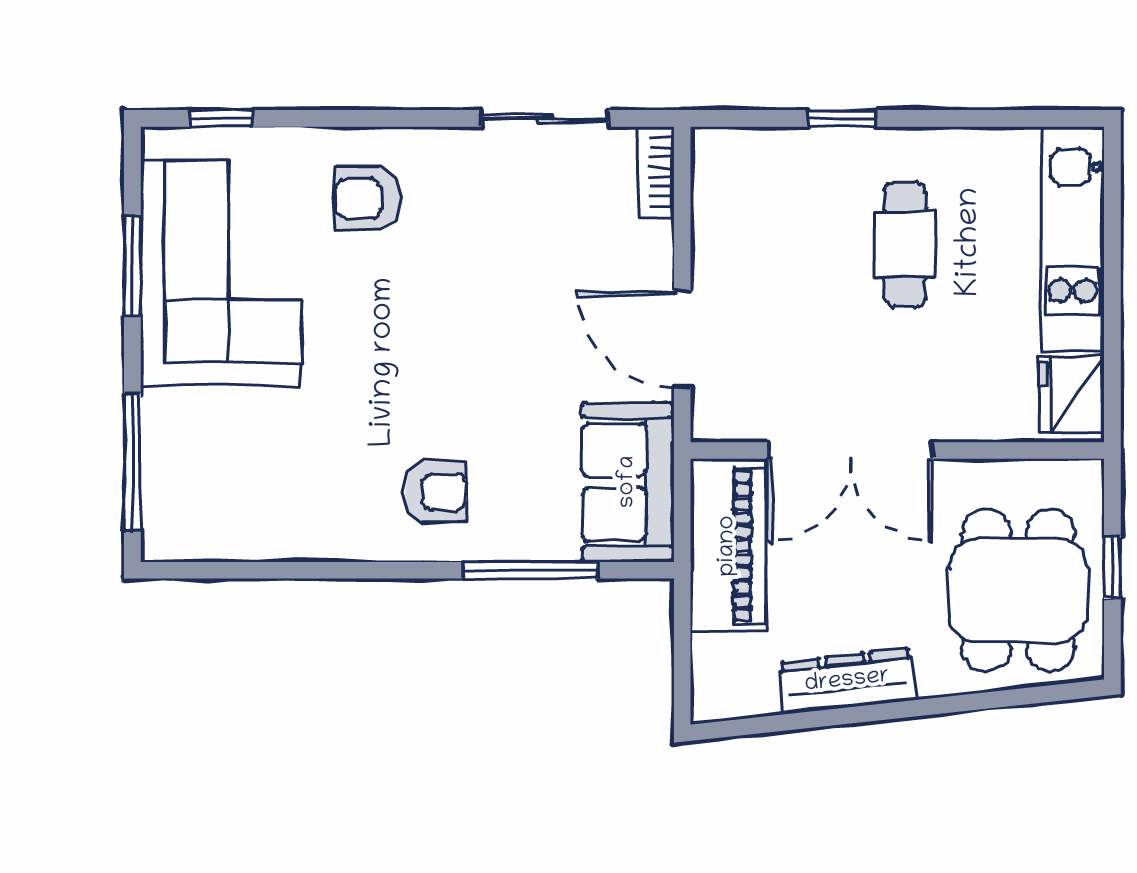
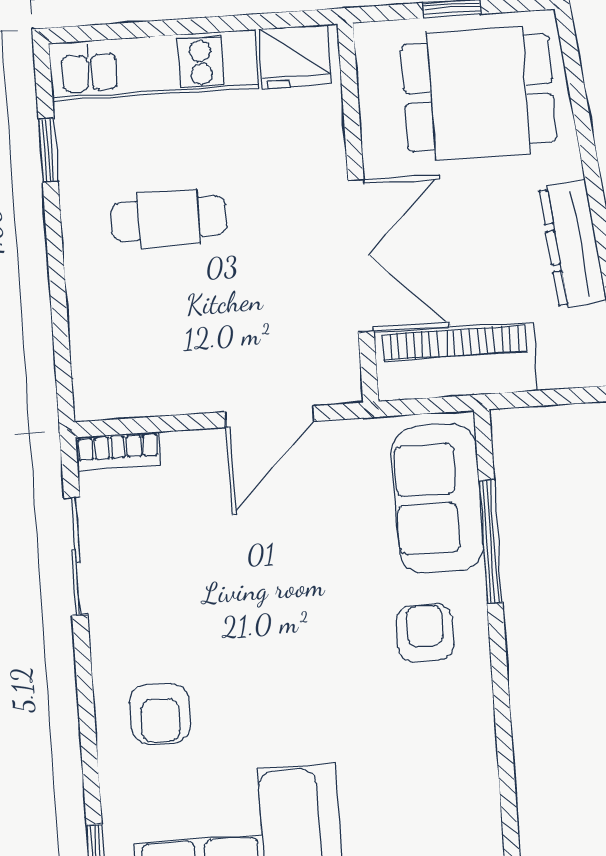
window: (842, 118) -> (48, 150), moved
sofa: (628, 482) -> (438, 499), moved, turned 90

